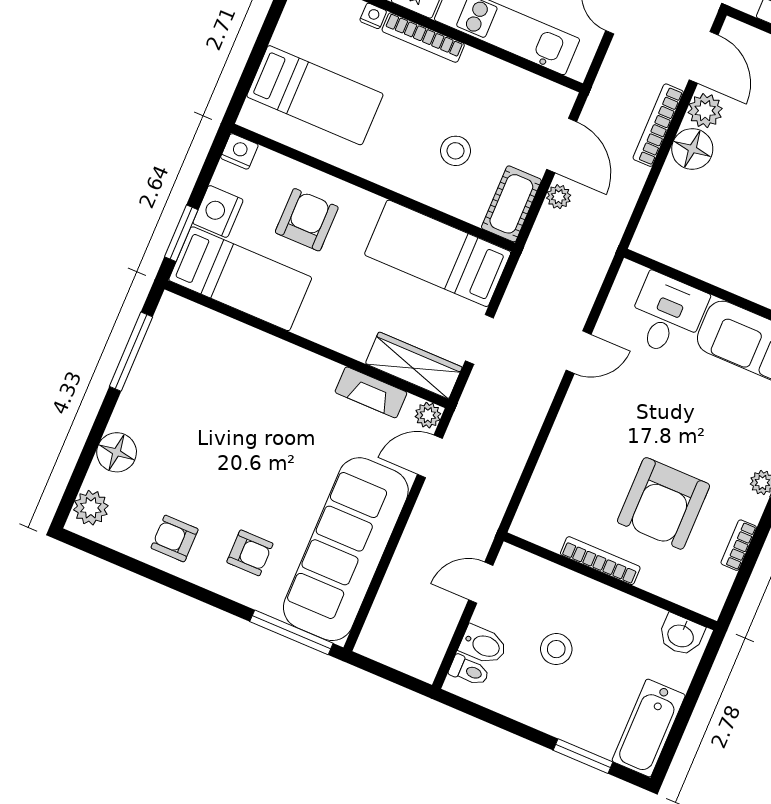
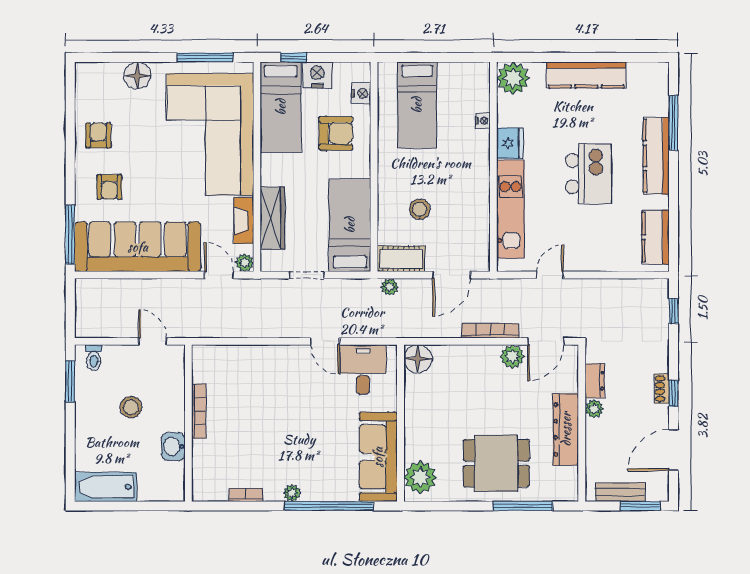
bookcase: (423, 37) -> (483, 158), removed
floor lamp: (692, 149) -> (418, 359), moved
nightstand: (239, 151) -> (361, 93), moved
plant: (559, 197) -> (390, 287), moved
window: (181, 233) -> (294, 57), width x0.67
desk: (667, 315) -> (363, 369), moved, turned -90
wardrobe: (414, 365) -> (272, 218), moved
corner sofa: (237, 389) -> (210, 135), added
armchair: (664, 503) -> (252, 436), removed
plant: (91, 508) -> (95, 74), removed
washbasin: (681, 635) -> (173, 447), moved
bidet: (483, 645) -> (114, 360), removed
window: (583, 756) -> (70, 381), moved

